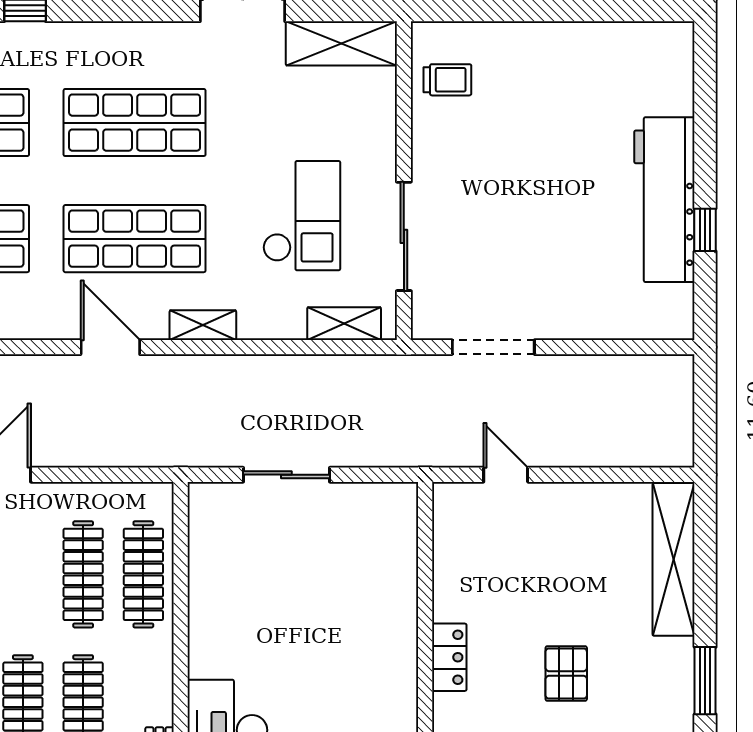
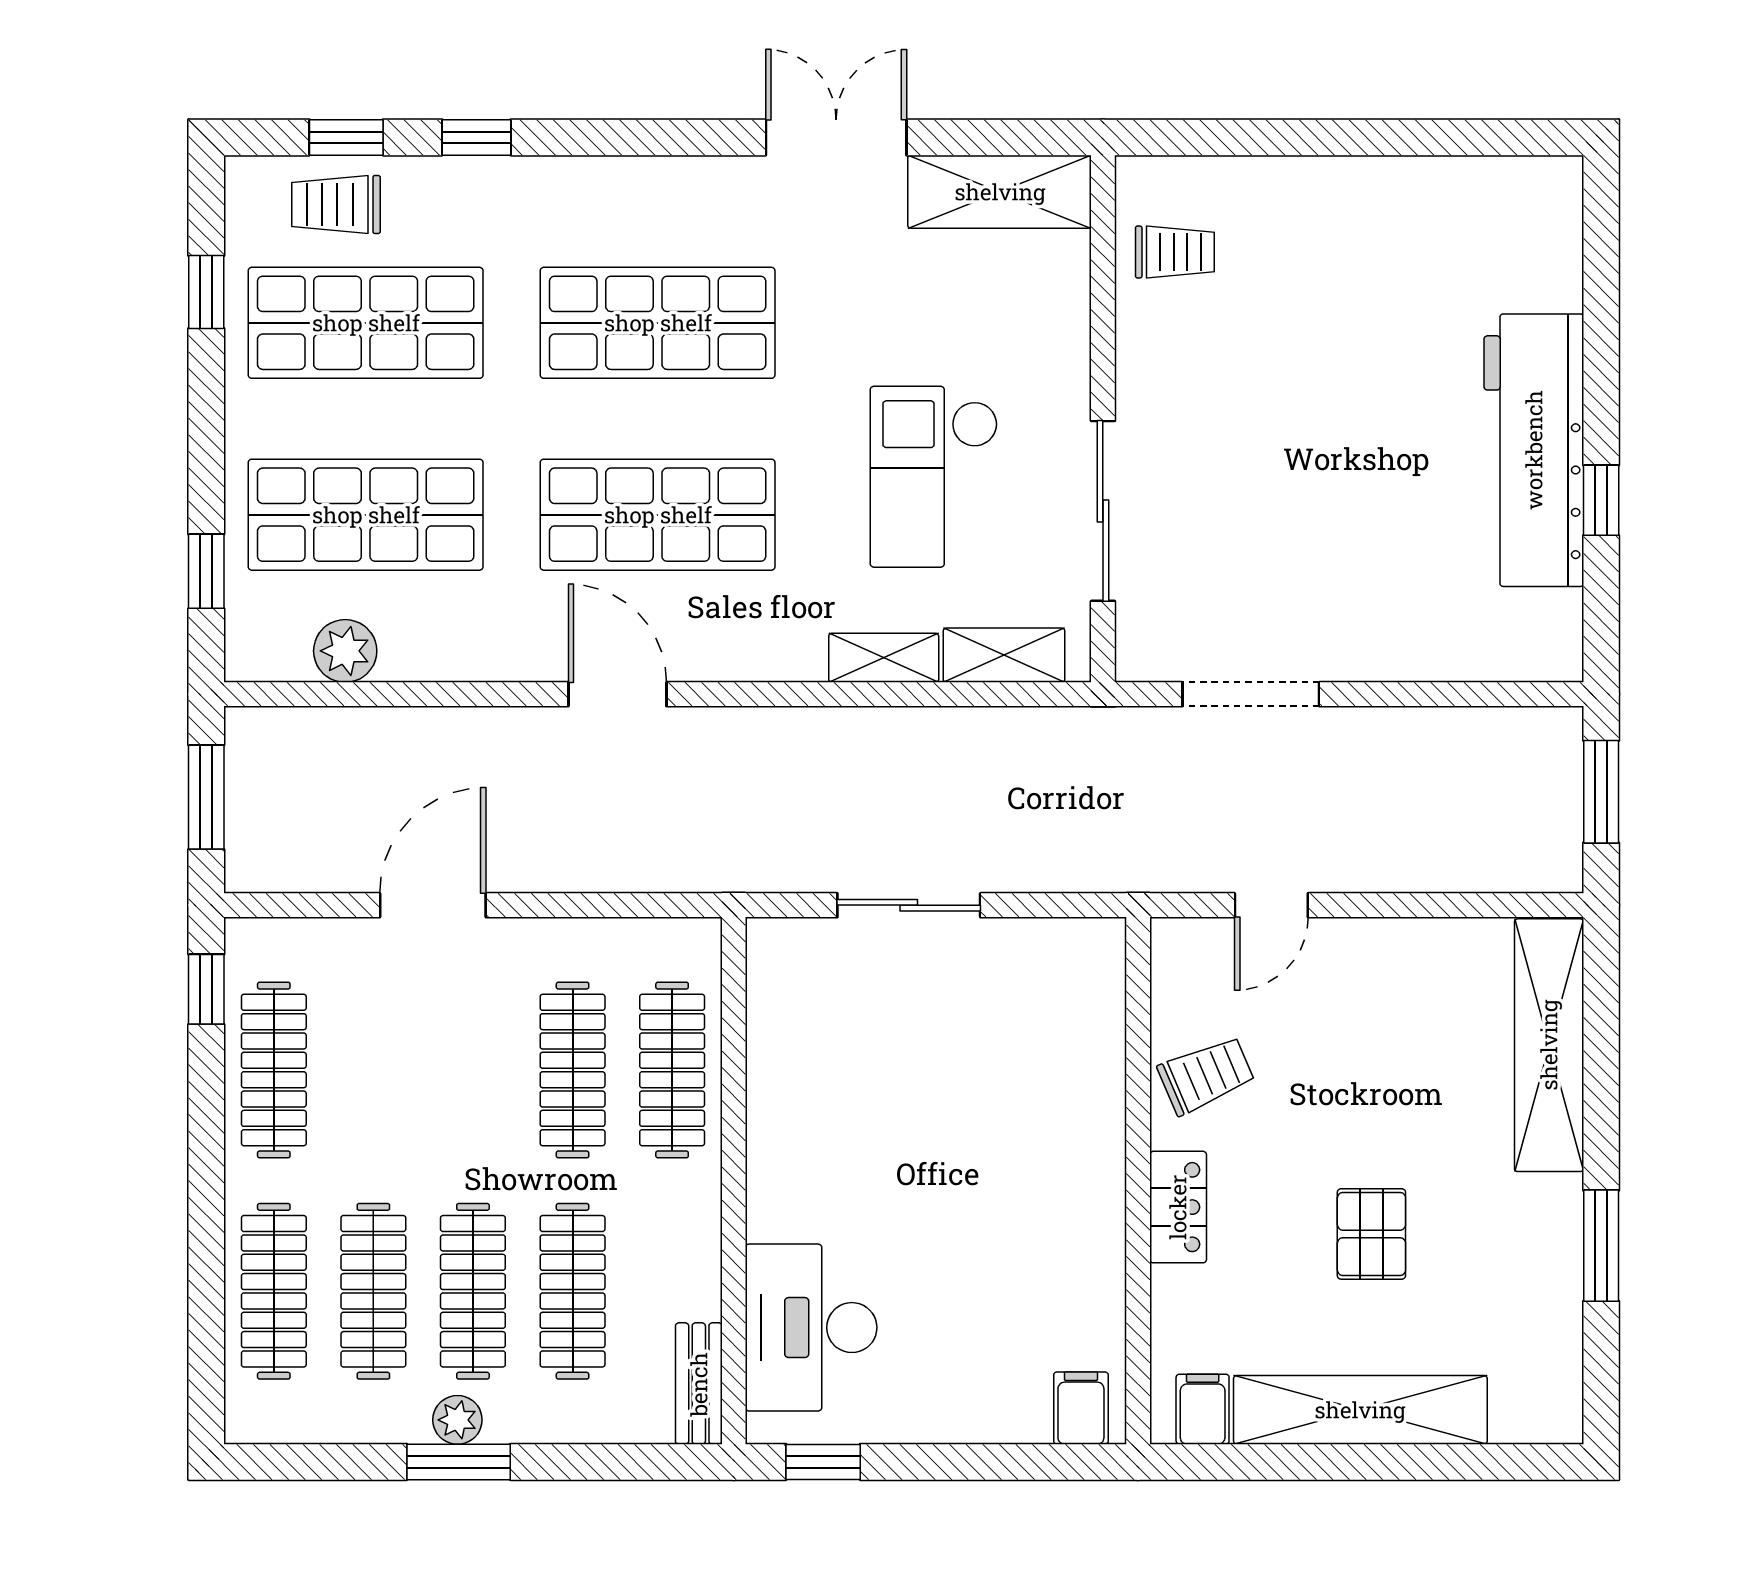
checkout: (302, 216) -> (934, 477), turned 180
shelving: (203, 325) -> (884, 658), moved
window: (705, 406) -> (1601, 792), added
door: (506, 475) -> (1271, 905), swing flipped
trolley: (466, 577) -> (1206, 1075), added

